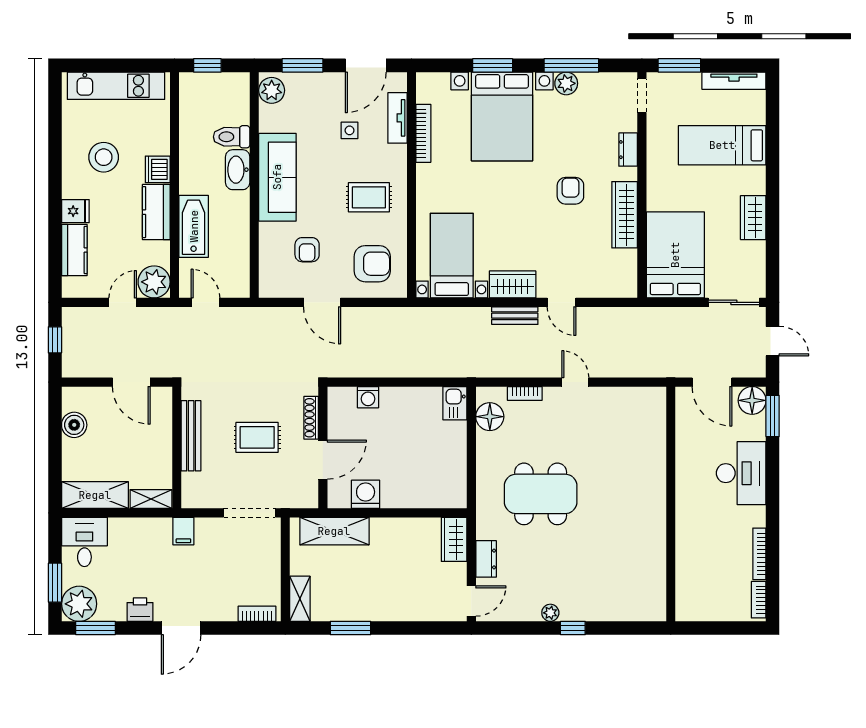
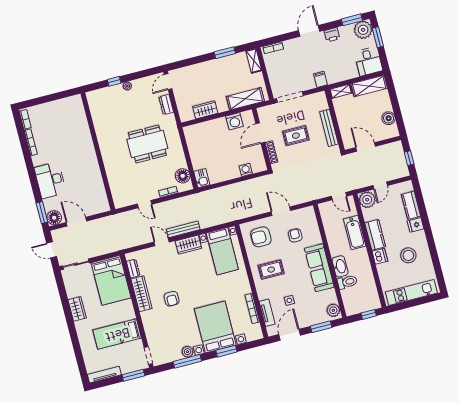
bed: (722, 145) -> (117, 334), moved, turned 180
dresser: (628, 150) -> (133, 269), moved
bench: (515, 316) -> (183, 229), width x1.36
wall: (671, 504) -> (98, 151), moved
wardrobe: (454, 539) -> (205, 110), moved, turned -90

